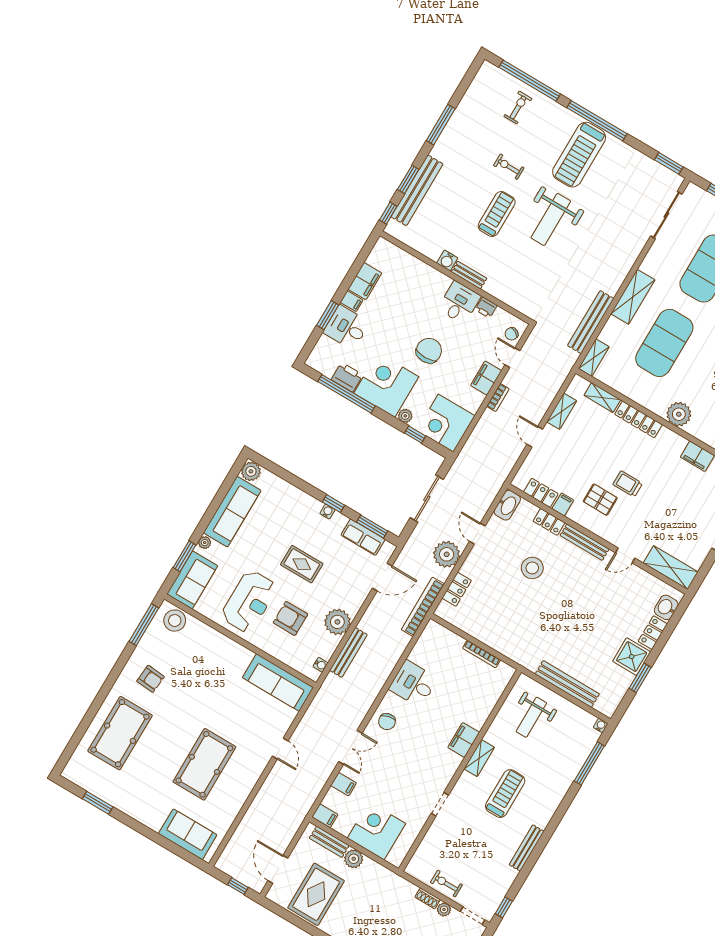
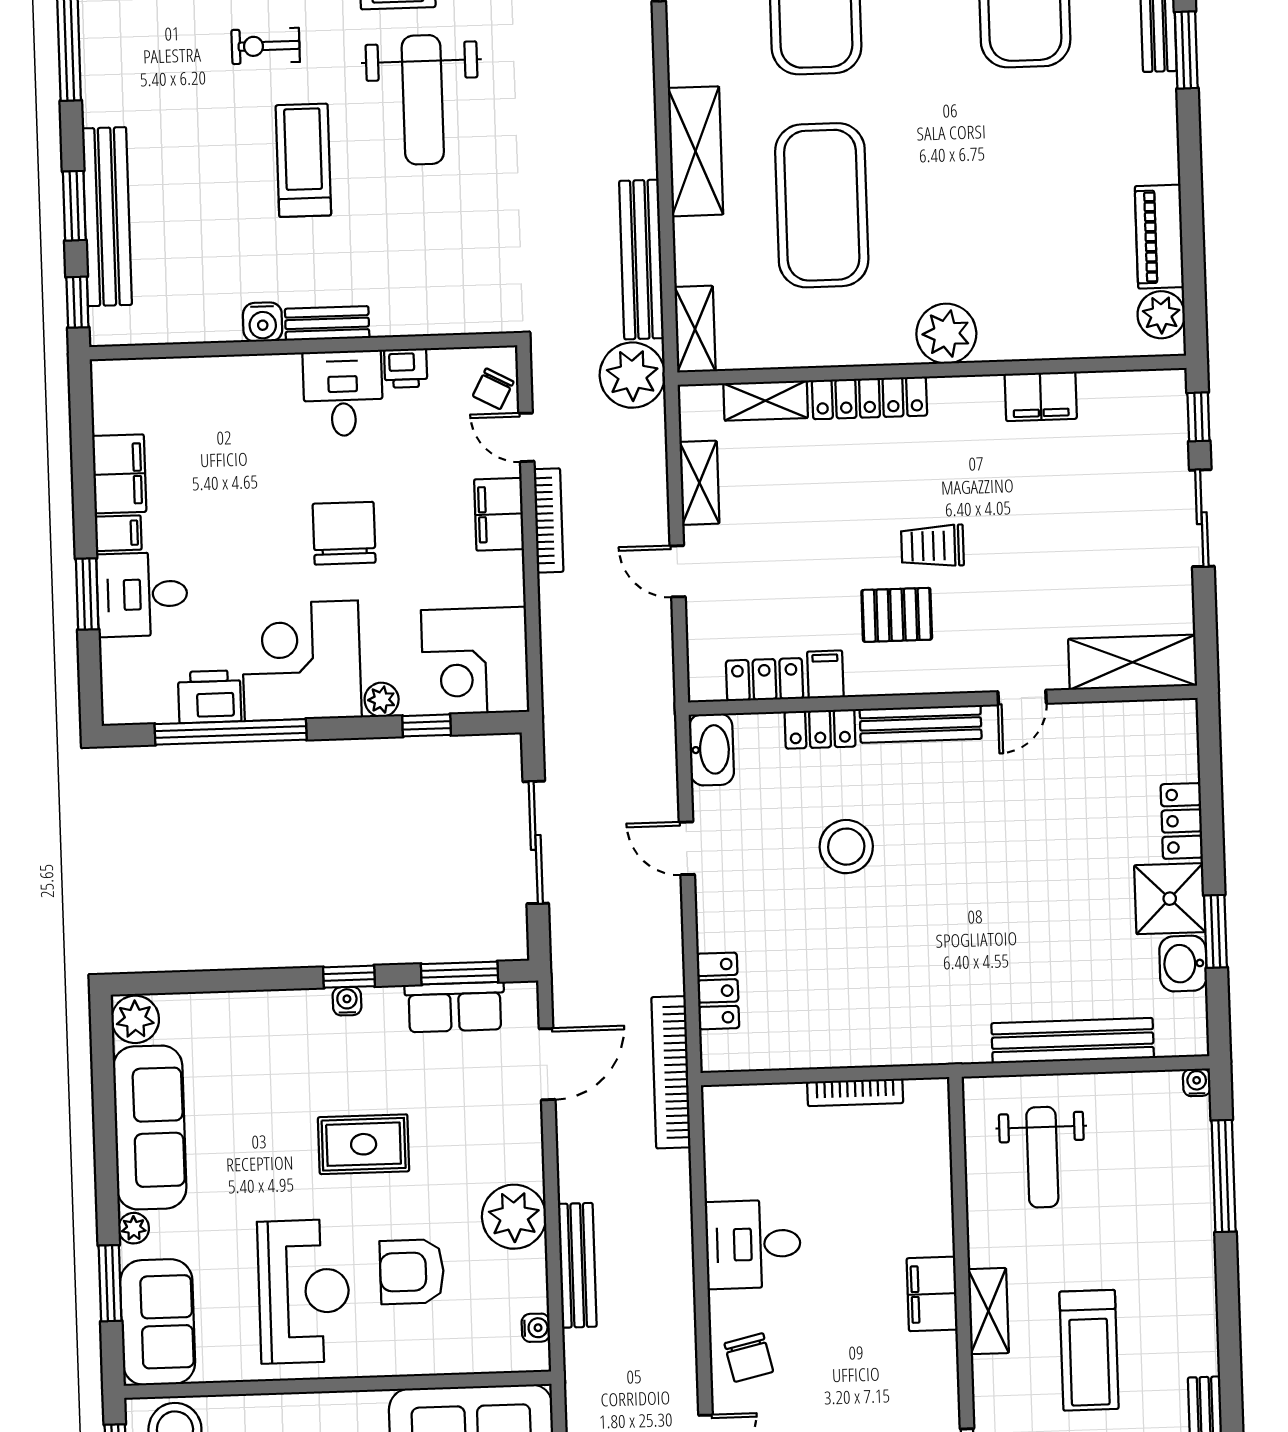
bookcase: (498, 398) -> (549, 520), width x1.56
plant: (447, 554) -> (632, 375), moved
washbasin: (666, 607) -> (1183, 964), moved
treadmill: (505, 794) -> (1089, 1350), turned 180

